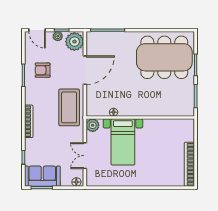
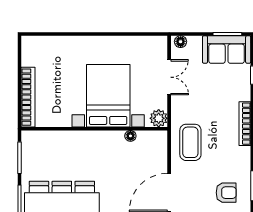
coffee table: (69, 107) -> (190, 142), width x0.73, depth x0.76
bed with nightstands: (123, 142) -> (108, 96), width x1.36
bookcase: (189, 164) -> (28, 97), moved

